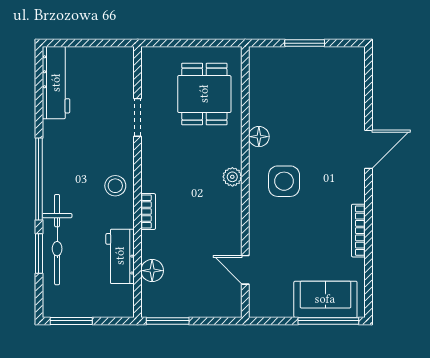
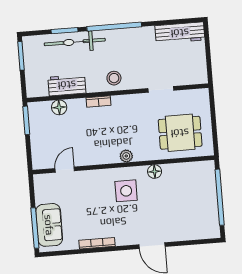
window: (305, 43) -> (220, 197), width x2.11

